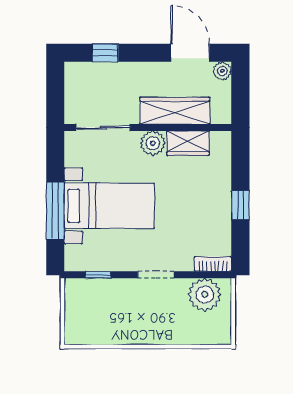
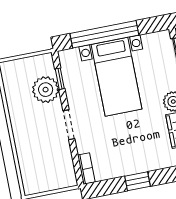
window: (55, 210) -> (104, 34), width x1.46
plant: (205, 294) -> (46, 90), moved

